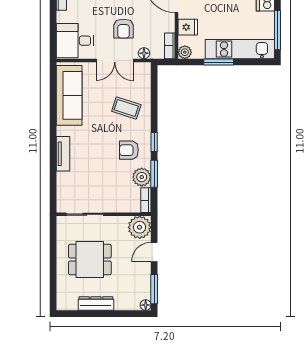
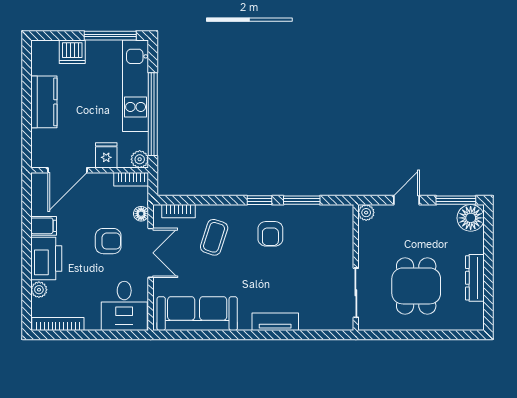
window: (219, 62) -> (153, 114), width x2.11
plant: (142, 177) -> (306, 217), removed
bookcase: (146, 200) -> (179, 211), moved
plant: (140, 227) -> (366, 213), width x0.53, depth x0.53
door: (154, 252) -> (407, 200), swing flipped
floor lamp: (146, 305) -> (471, 218), width x1.89, depth x1.89

